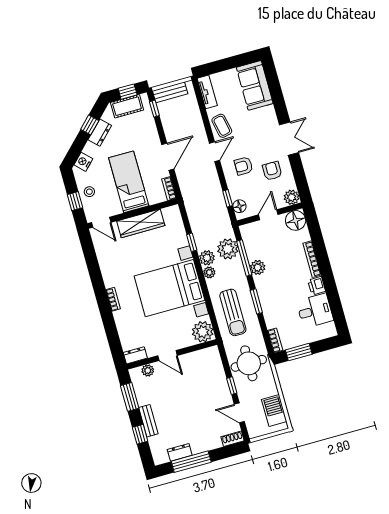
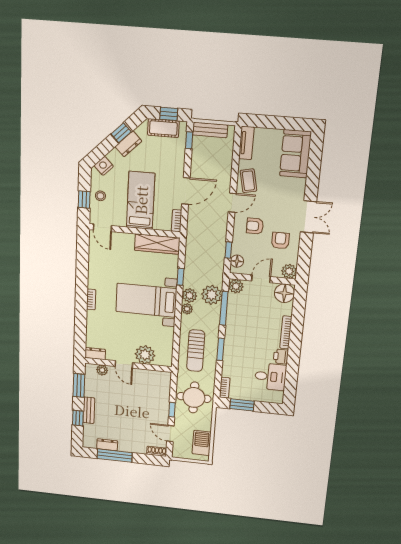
wardrobe: (141, 223) -> (157, 244), moved
plant: (258, 267) -> (236, 286), moved
bed with nightstands: (169, 288) -> (146, 300), width x0.73
plant: (203, 332) -> (145, 355), moved

